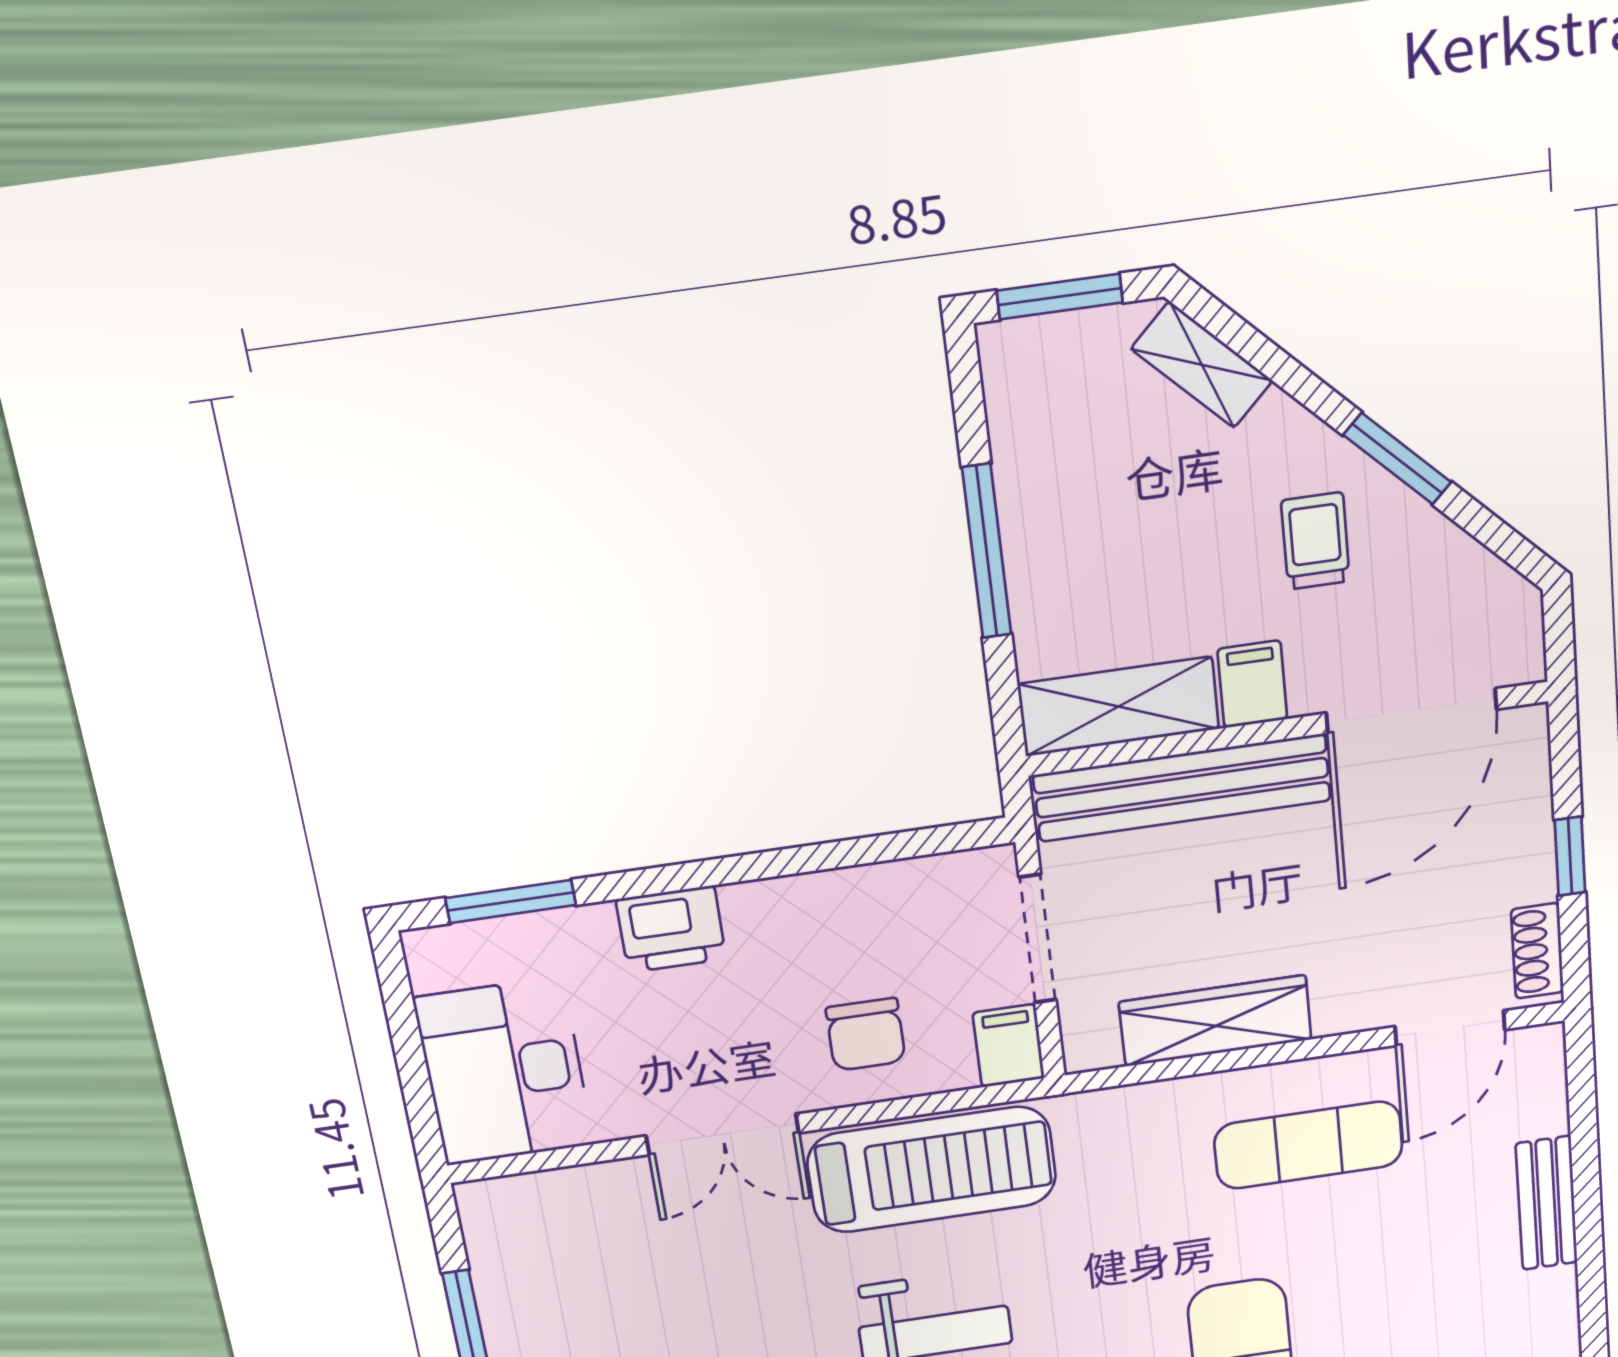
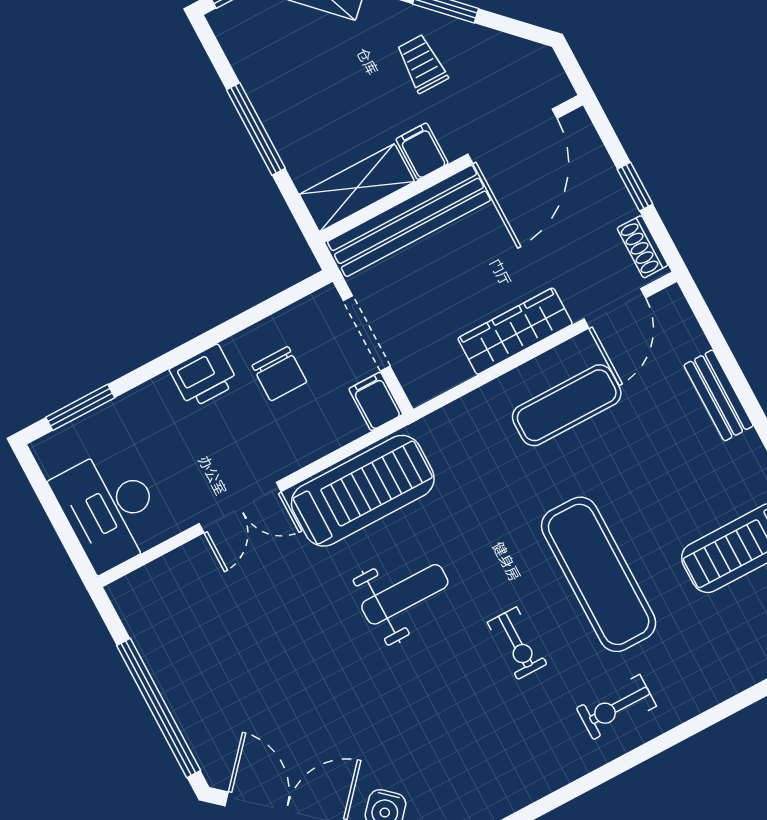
printer: (671, 929) -> (204, 376), moved
wardrobe: (1215, 1021) -> (515, 331), moved
chair: (866, 1034) -> (279, 374), moved

